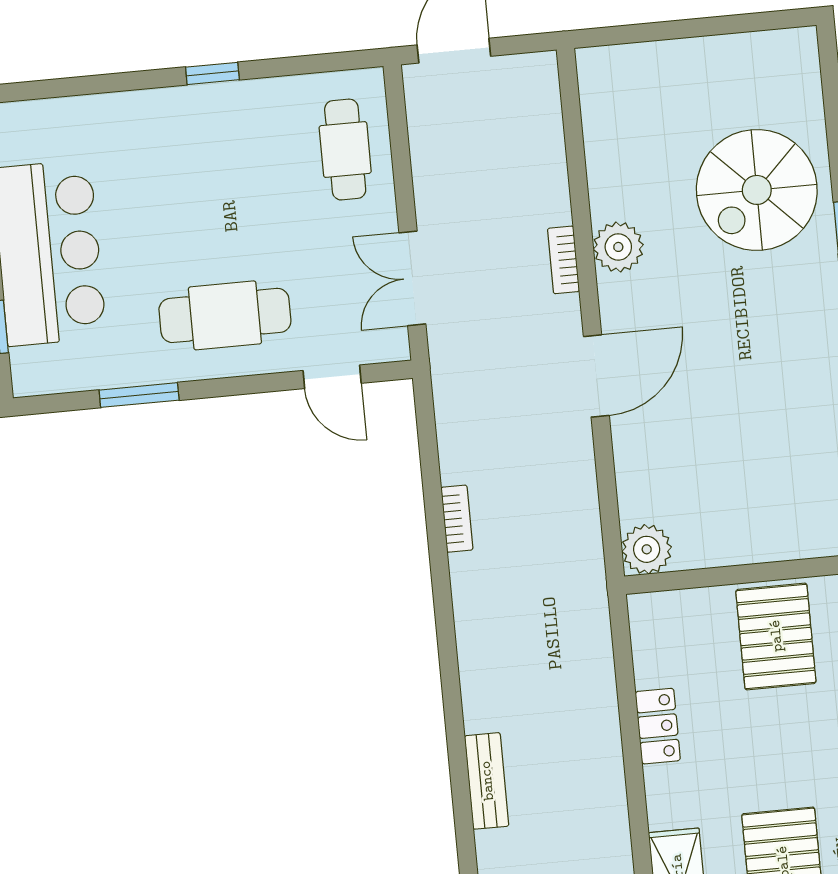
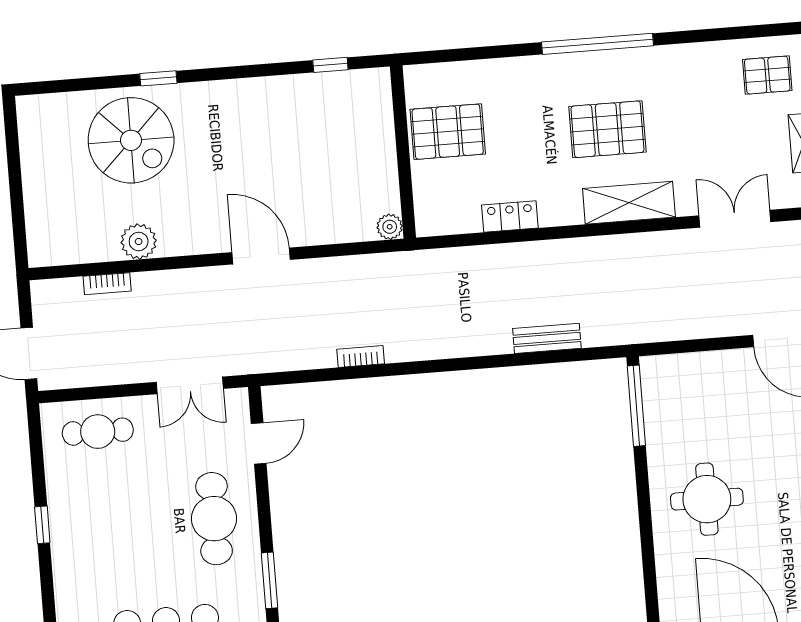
plant: (618, 247) -> (139, 242), moved
bookcase: (563, 260) -> (107, 284), moved
plant: (647, 549) -> (390, 227), width x0.73, depth x0.73

